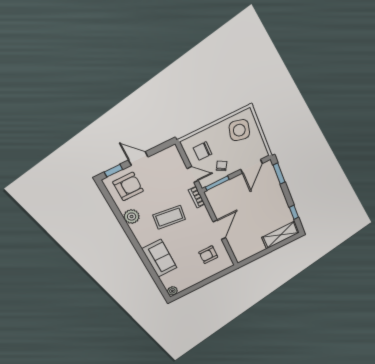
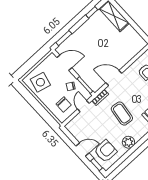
door: (138, 159) -> (83, 149), swing flipped
armchair: (128, 187) -> (106, 151), turned 90
door: (219, 230) -> (114, 78), moved

